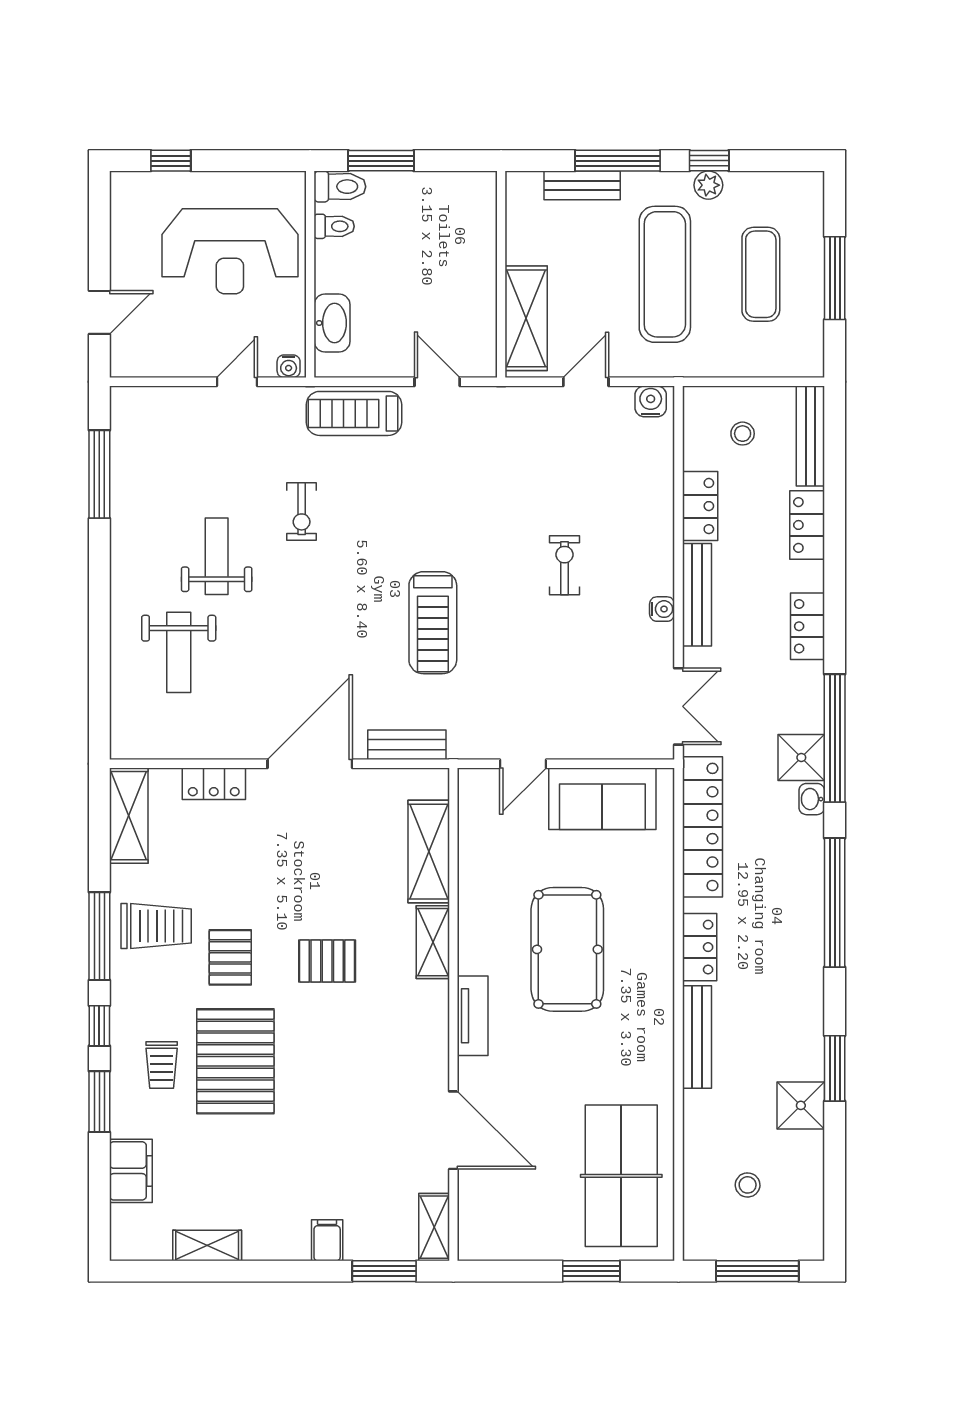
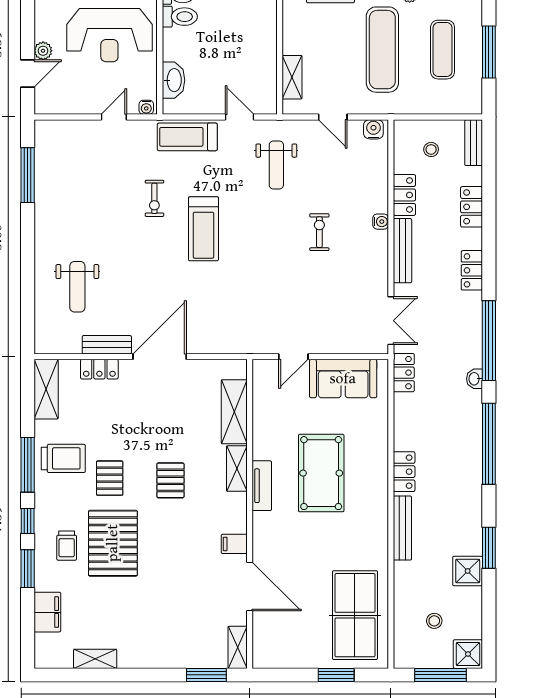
toilet: (334, 226) -> (180, 17), width x1.37, depth x1.39
plant: (124, 276) -> (43, 51), added
shelving: (526, 318) -> (292, 77), width x0.67, depth x0.75
door: (586, 382) -> (333, 117), swing flipped
bench: (810, 436) -> (474, 143), width x0.73
weight bench: (217, 556) -> (276, 165), moved, turned 180
water cooler: (662, 609) -> (381, 222), moved
treadmill: (433, 623) -> (203, 229), moved
bench: (407, 745) -> (107, 345), moved
shower: (801, 757) -> (468, 654), moved
locker: (702, 827) -> (404, 373), width x0.46, depth x0.83
pallet: (327, 961) -> (170, 480), turned 90
tv unit: (473, 1016) -> (262, 486), moved
filing cabinet: (327, 1240) -> (234, 544), moved, turned -90

